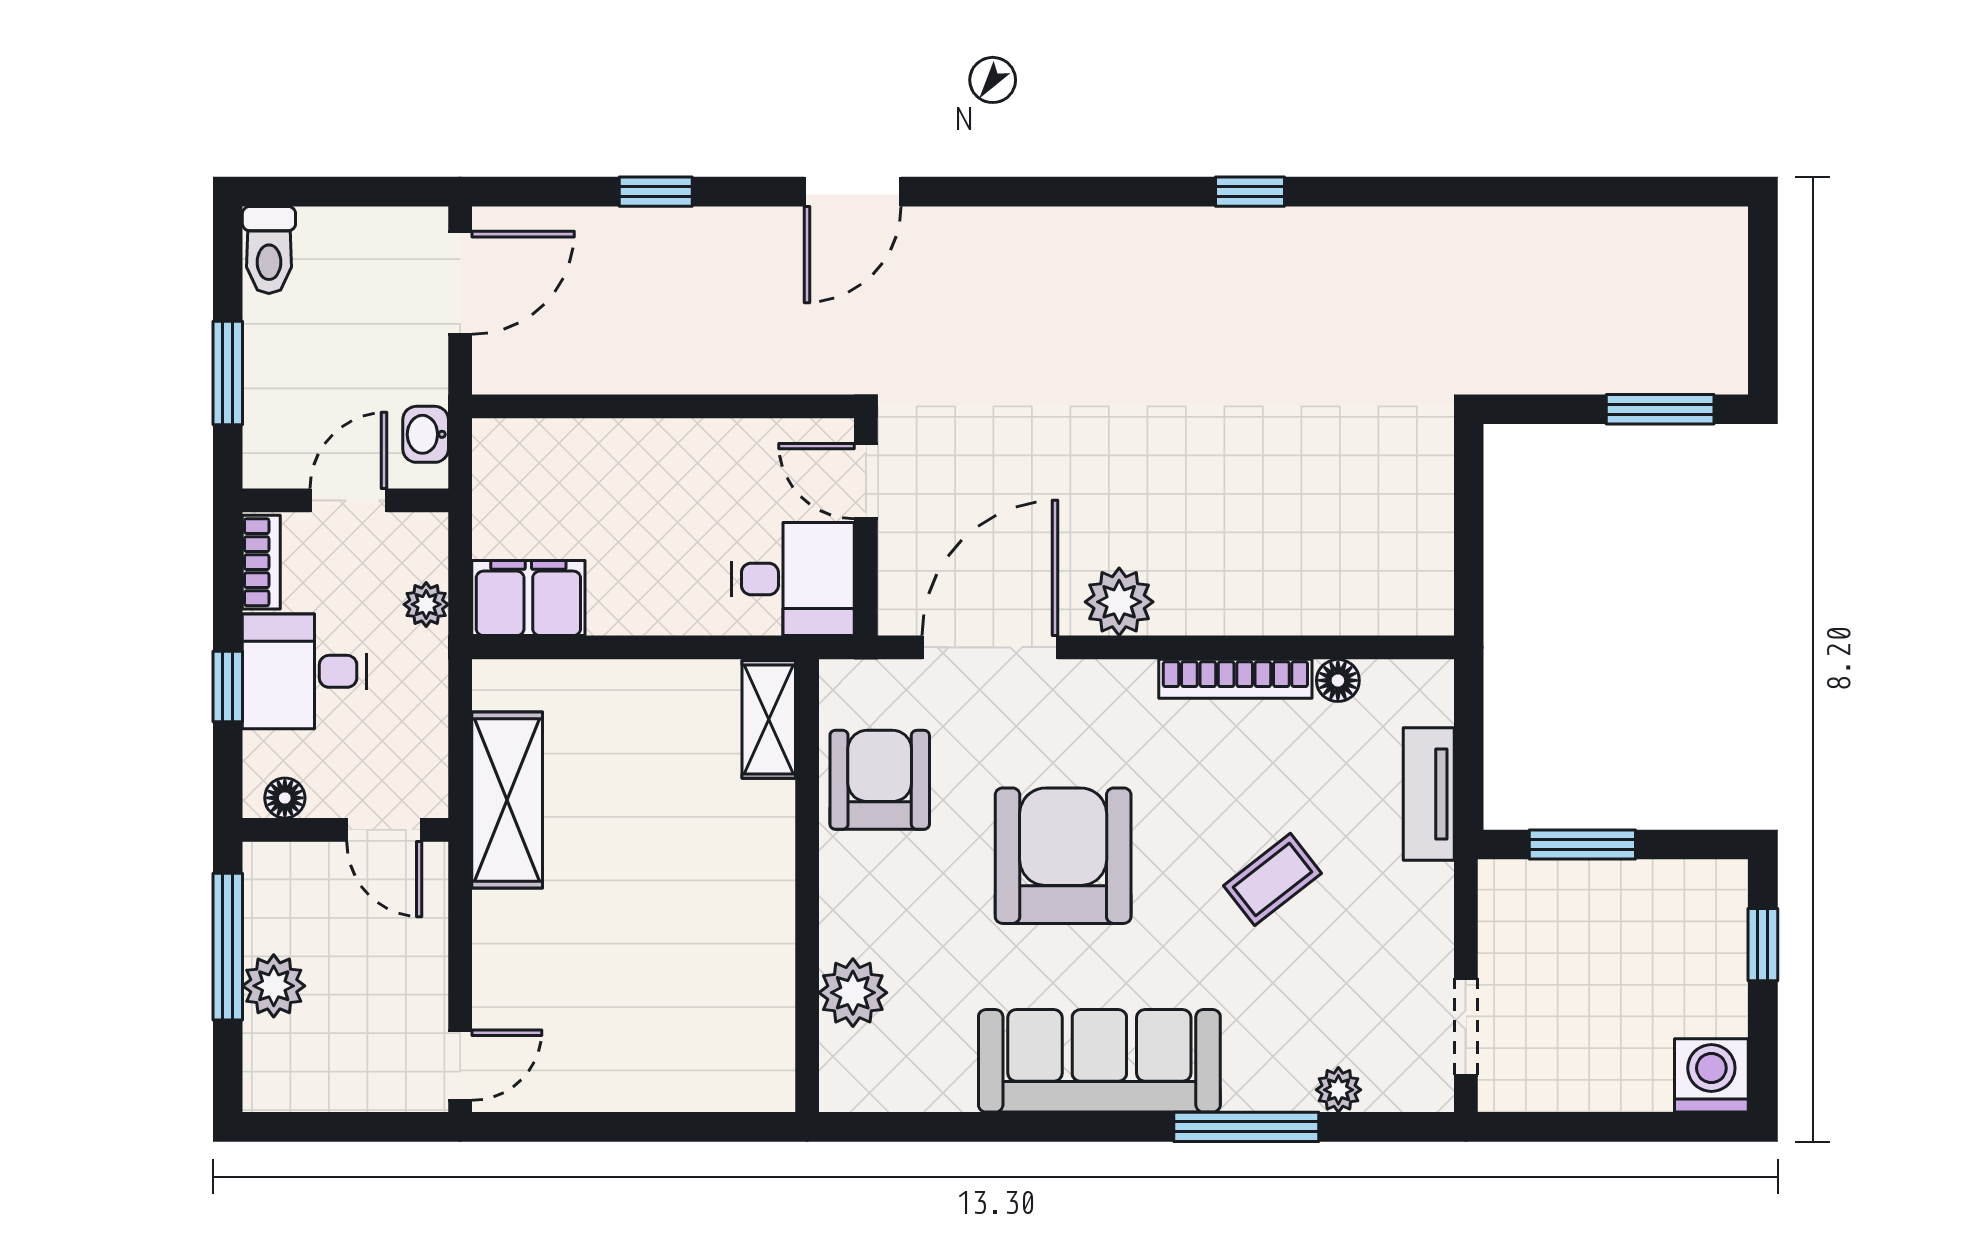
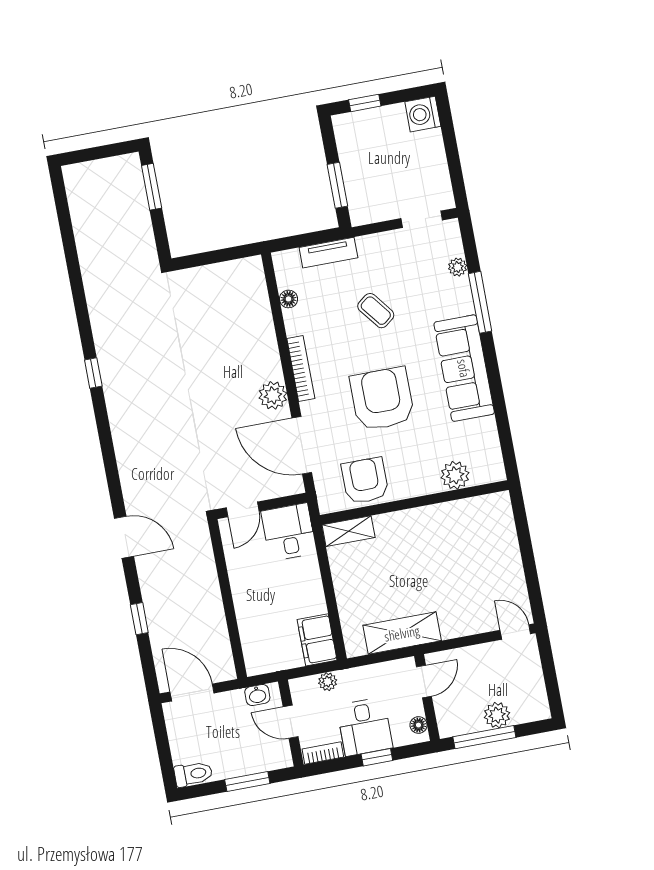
bookcase: (1235, 679) -> (301, 368), moved
armchair: (880, 780) -> (365, 481), turned 90
armchair: (1063, 856) -> (382, 399), turned 90

